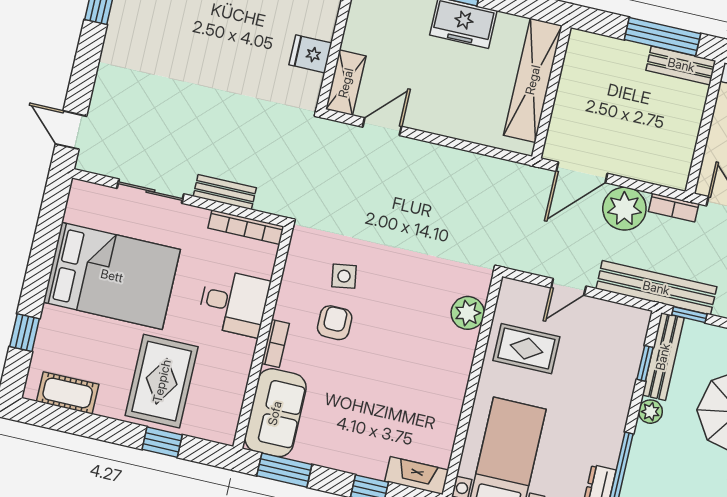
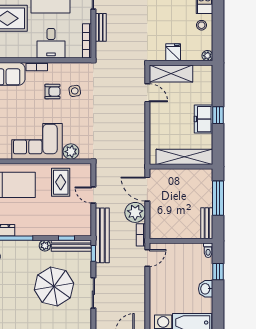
window: (662, 37) -> (218, 198), moved
shelving: (346, 83) -> (171, 74), width x1.50, depth x1.33
corner sofa: (431, 378) -> (37, 141), added

